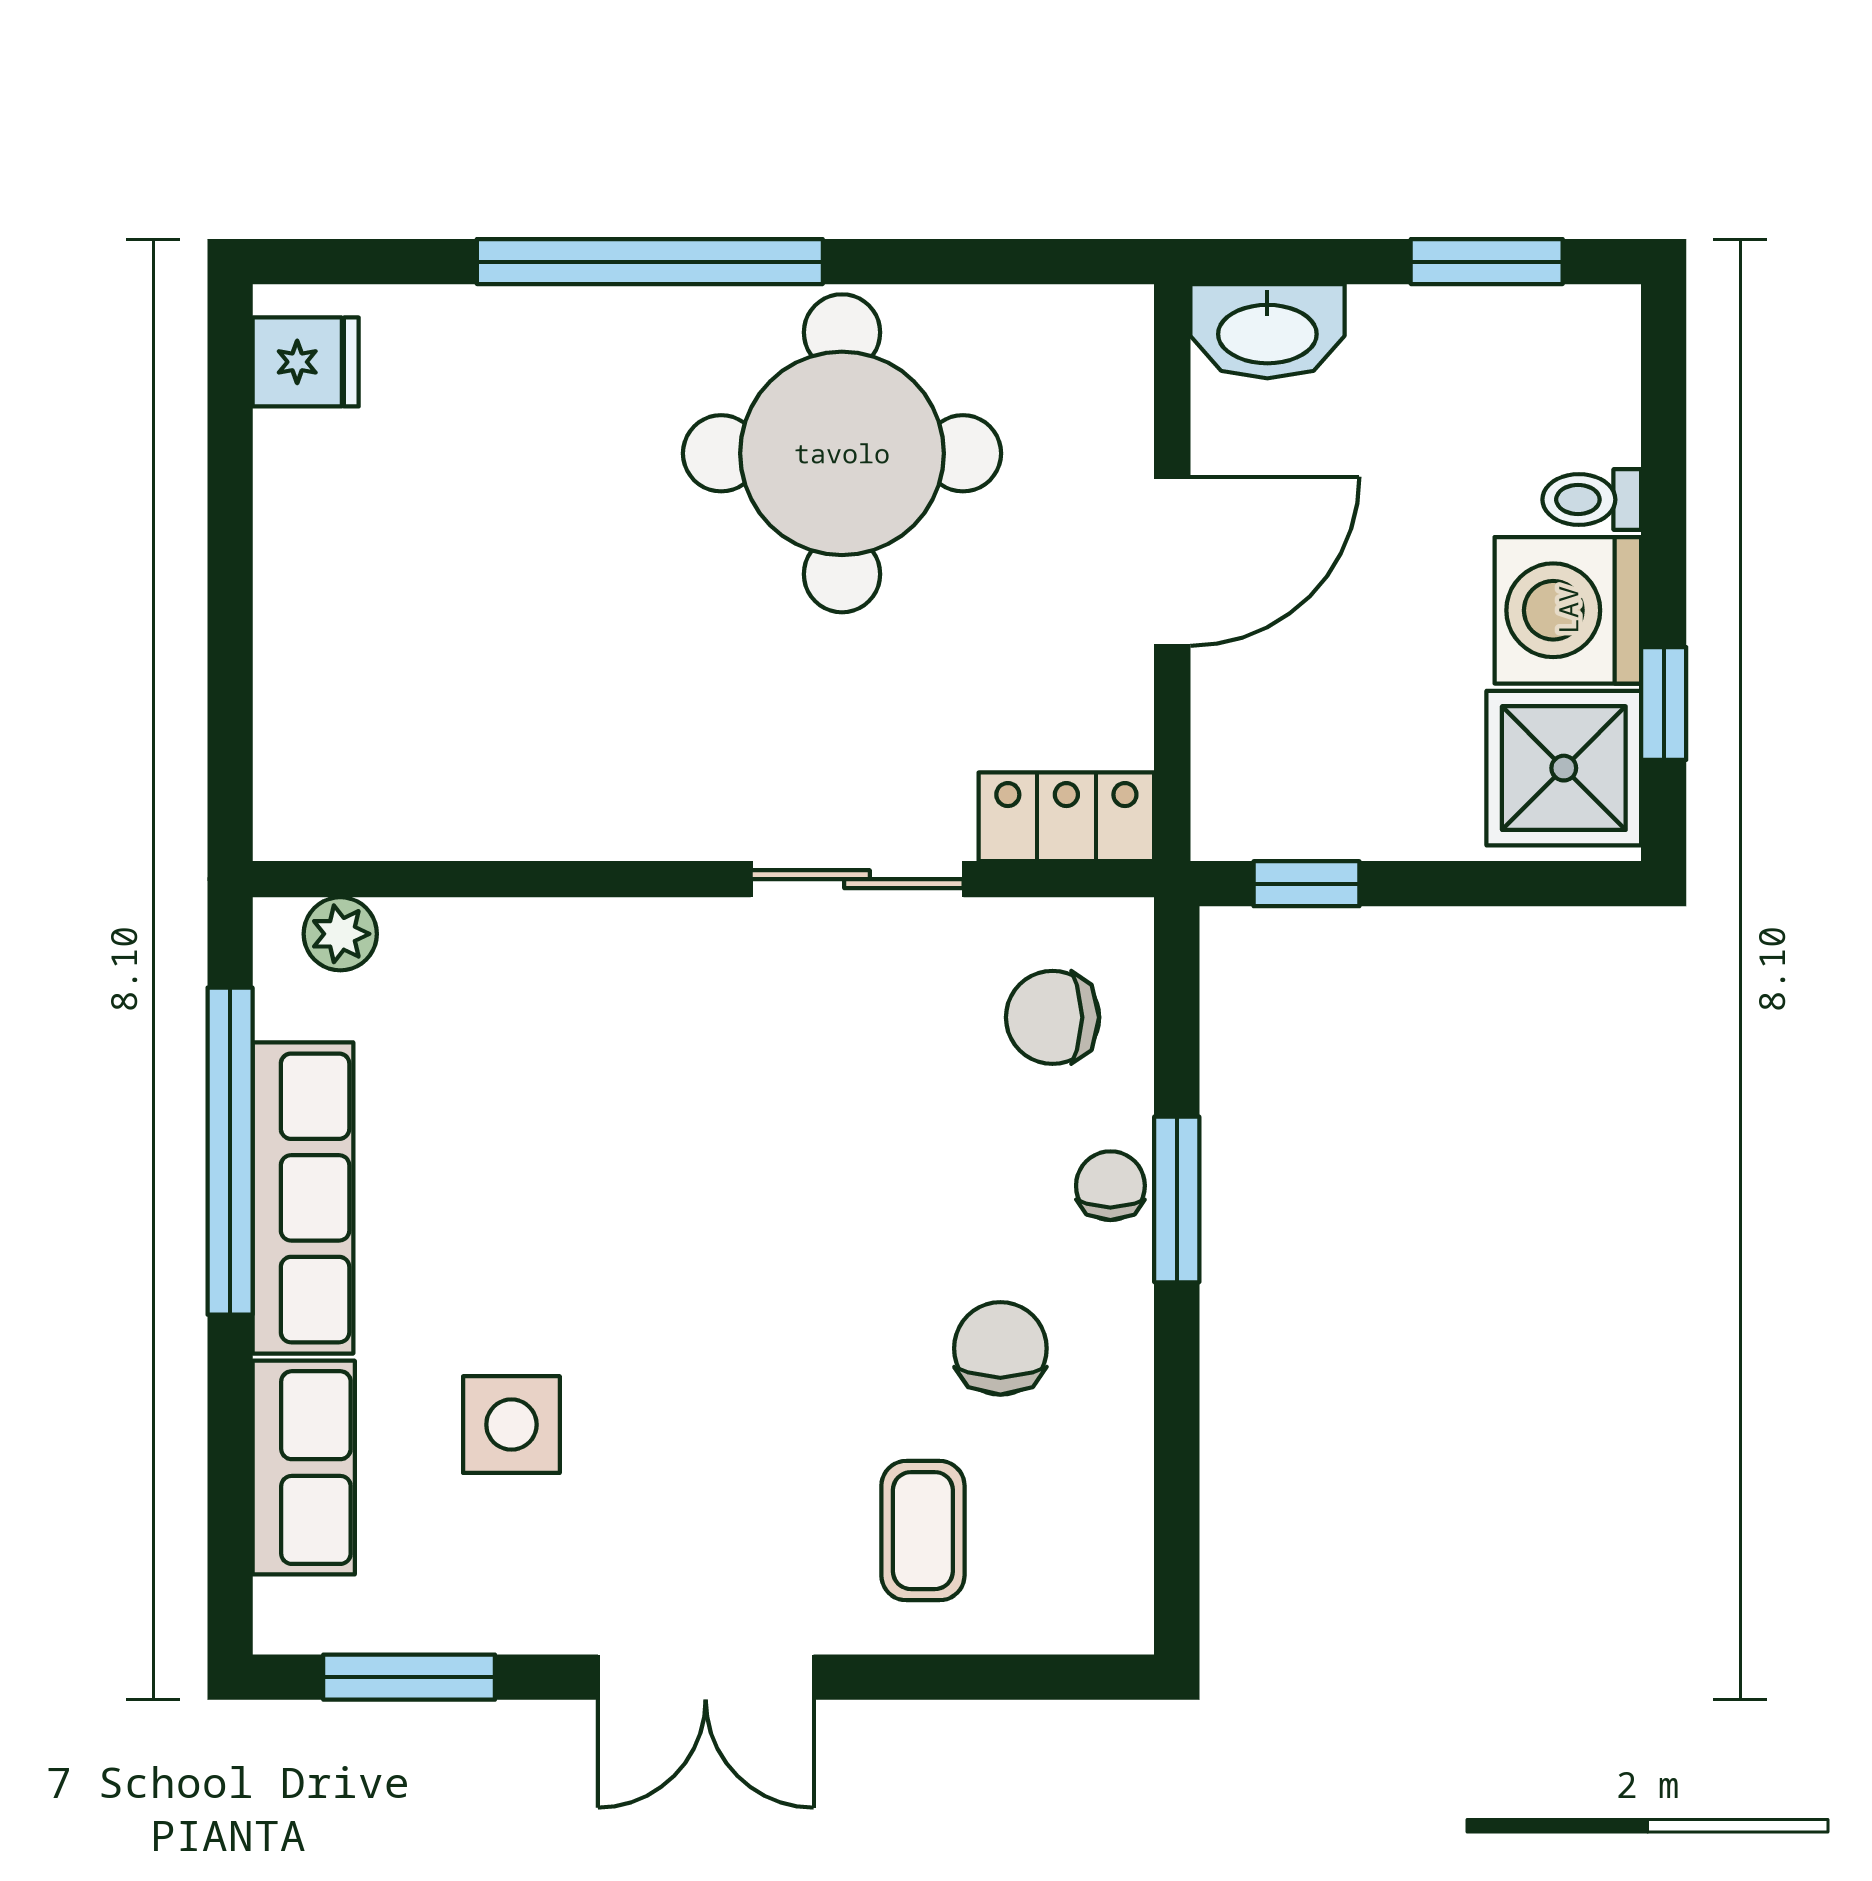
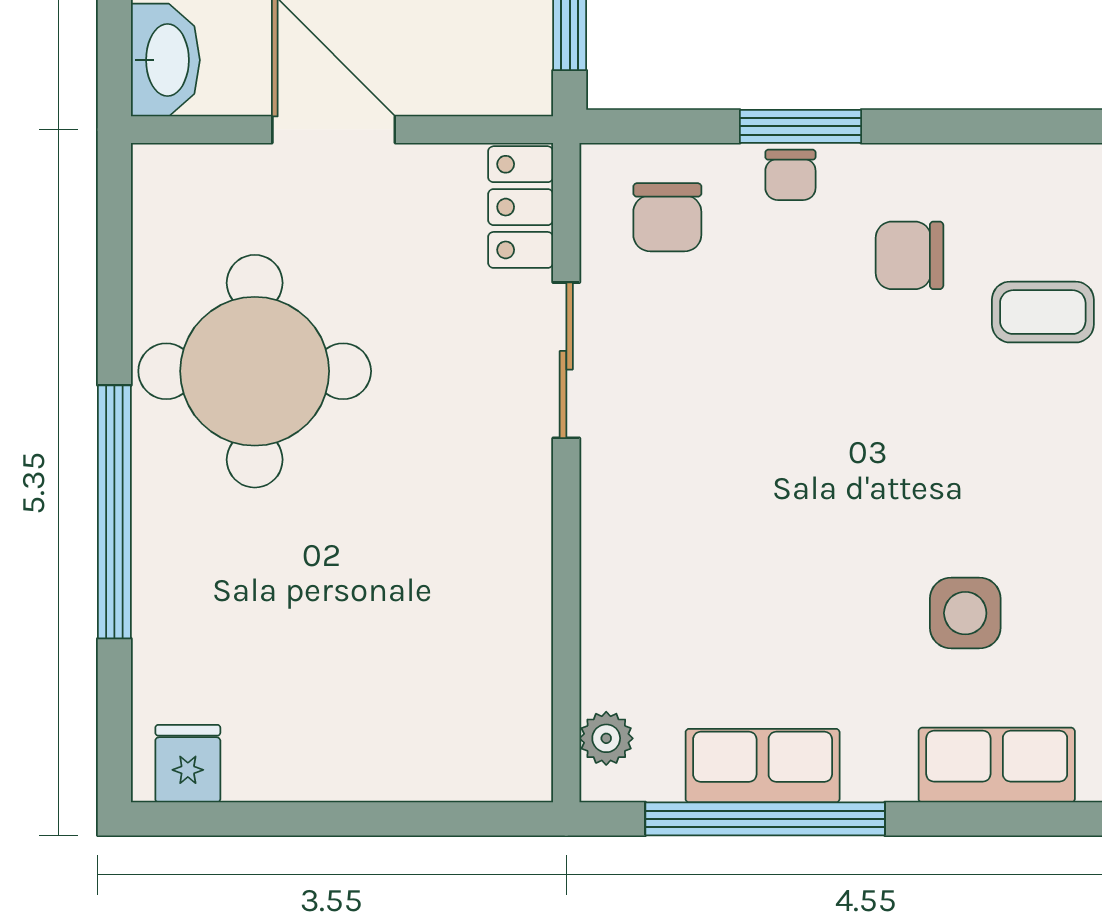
chair: (1110, 1186) -> (790, 175), turned -90
row of seats: (303, 1198) -> (763, 766), width x0.68

